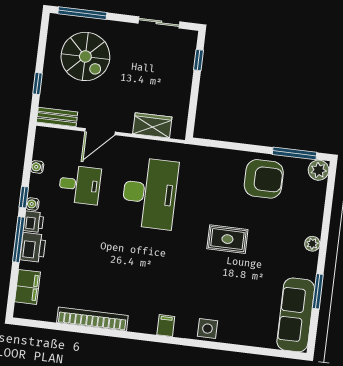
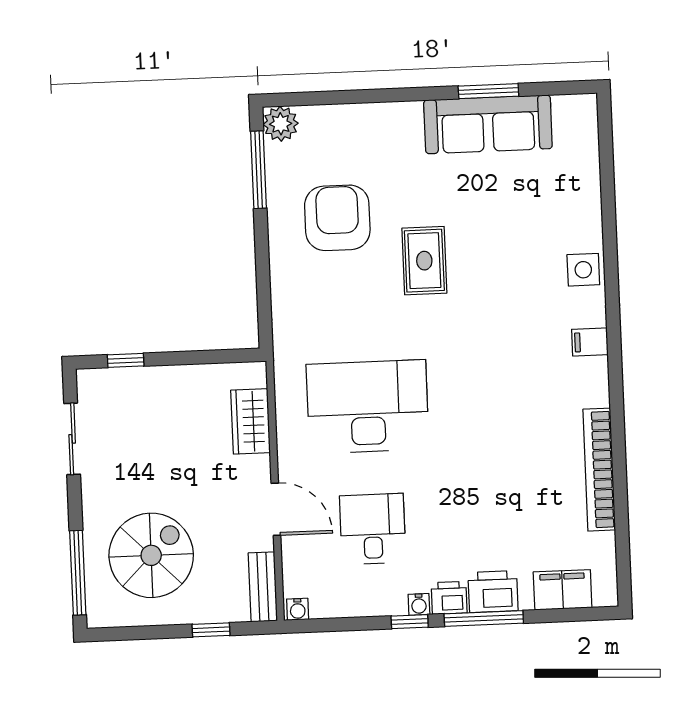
water cooler: (37, 167) -> (298, 609), moved
armchair: (264, 179) -> (337, 218), moved
plant: (312, 244) -> (409, 114), removed
sofa: (296, 315) -> (488, 124), moved

